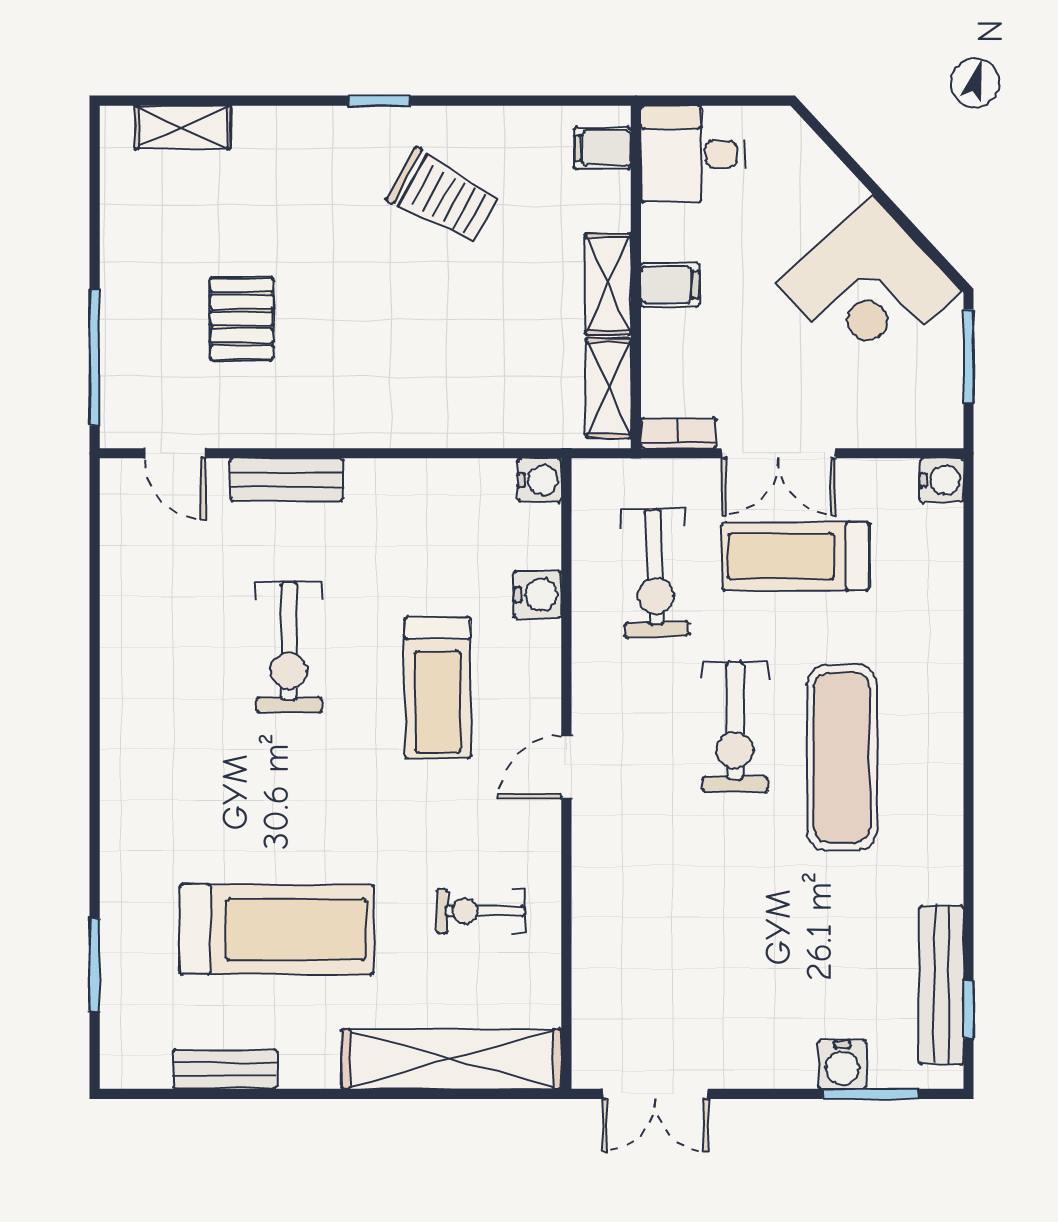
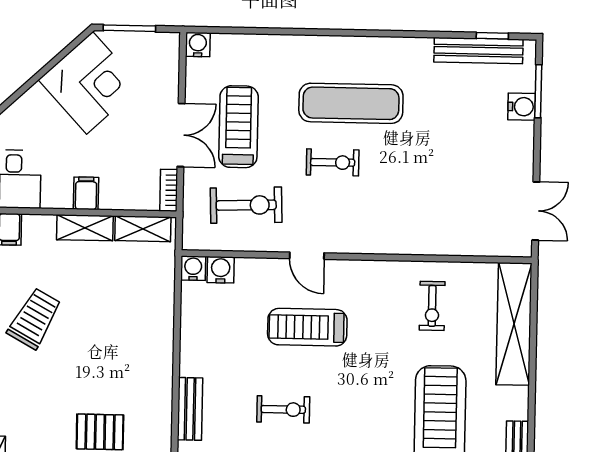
treadmill: (796, 556) -> (238, 127), turned 180
water cooler: (538, 595) -> (221, 270), moved
exercise bike: (289, 647) -> (283, 409), width x0.73, depth x0.72
treadmill: (438, 688) -> (307, 327), turned 180
exercise bike: (735, 727) -> (333, 162), width x0.73, depth x0.72
door: (566, 767) -> (307, 256), moved

